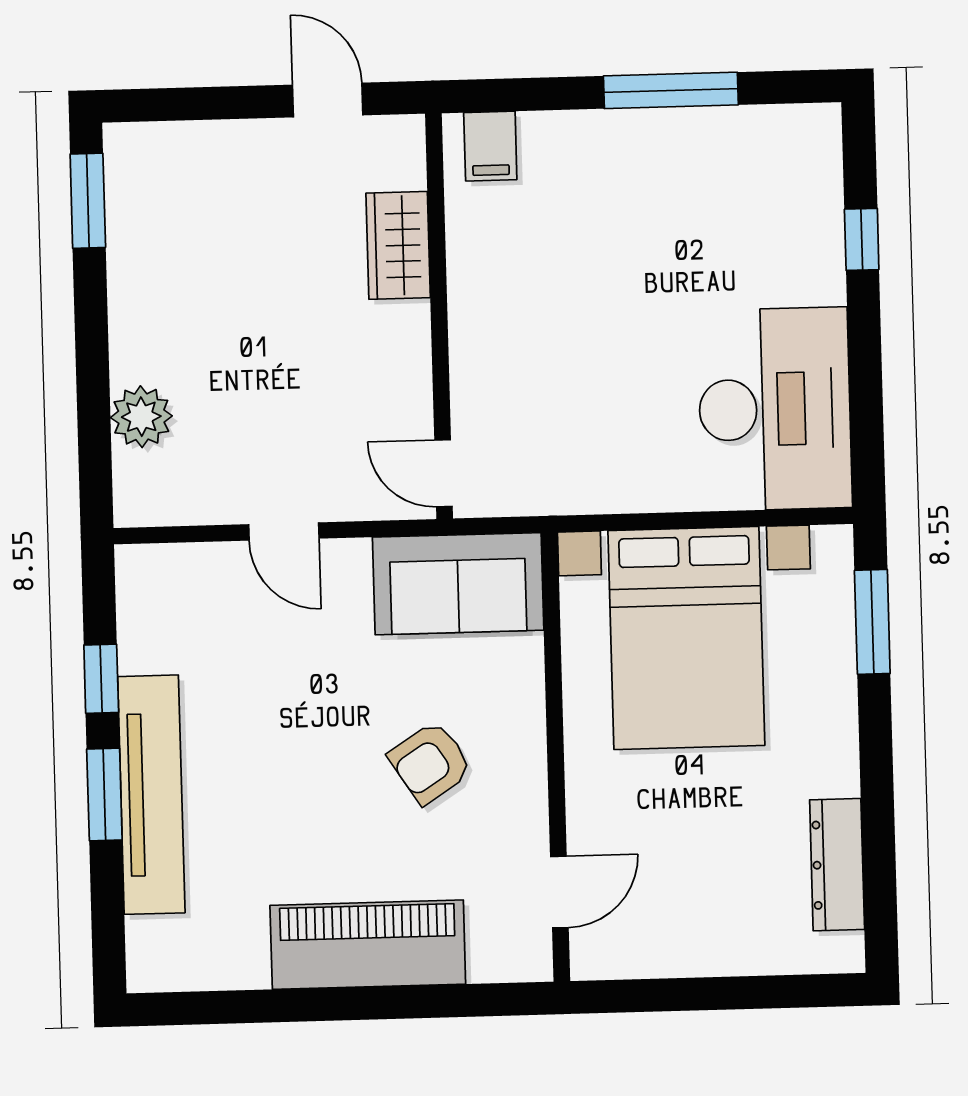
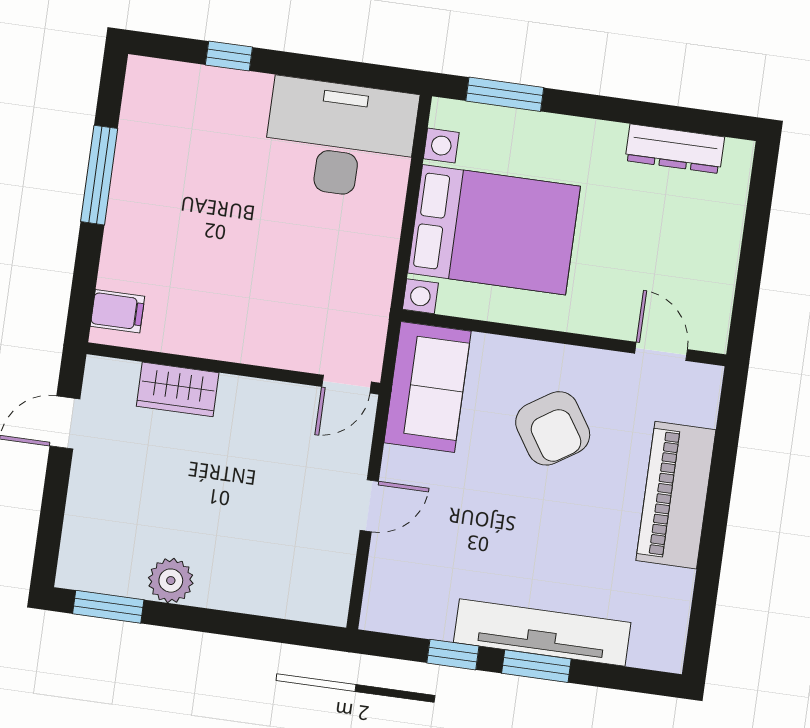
plant: (141, 417) -> (171, 581), moved
armchair: (430, 763) -> (553, 428), width x1.38, depth x1.38

